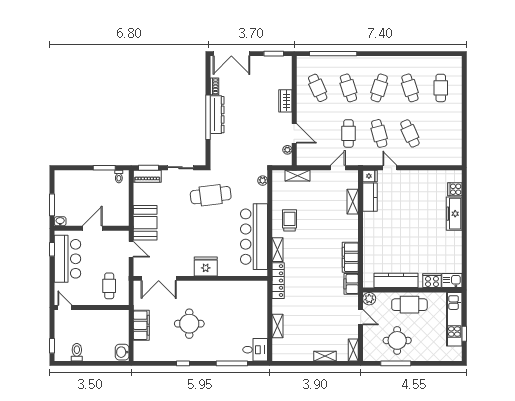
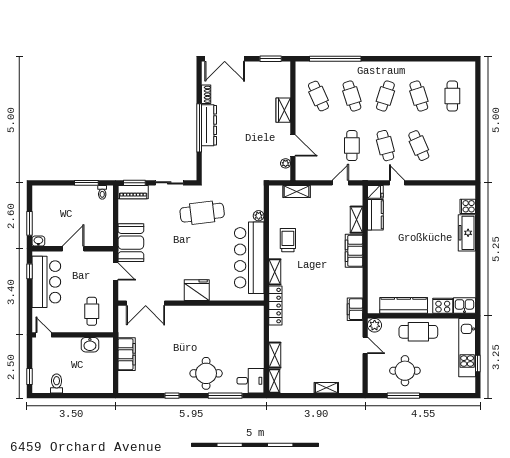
plant: (263, 181) -> (259, 216), moved
filing cabinet: (350, 257) -> (354, 251), moved
round table: (189, 324) -> (206, 373), moved
shelving: (353, 350) -> (274, 381), moved
washbasin: (122, 352) -> (90, 345), moved, turned -90

